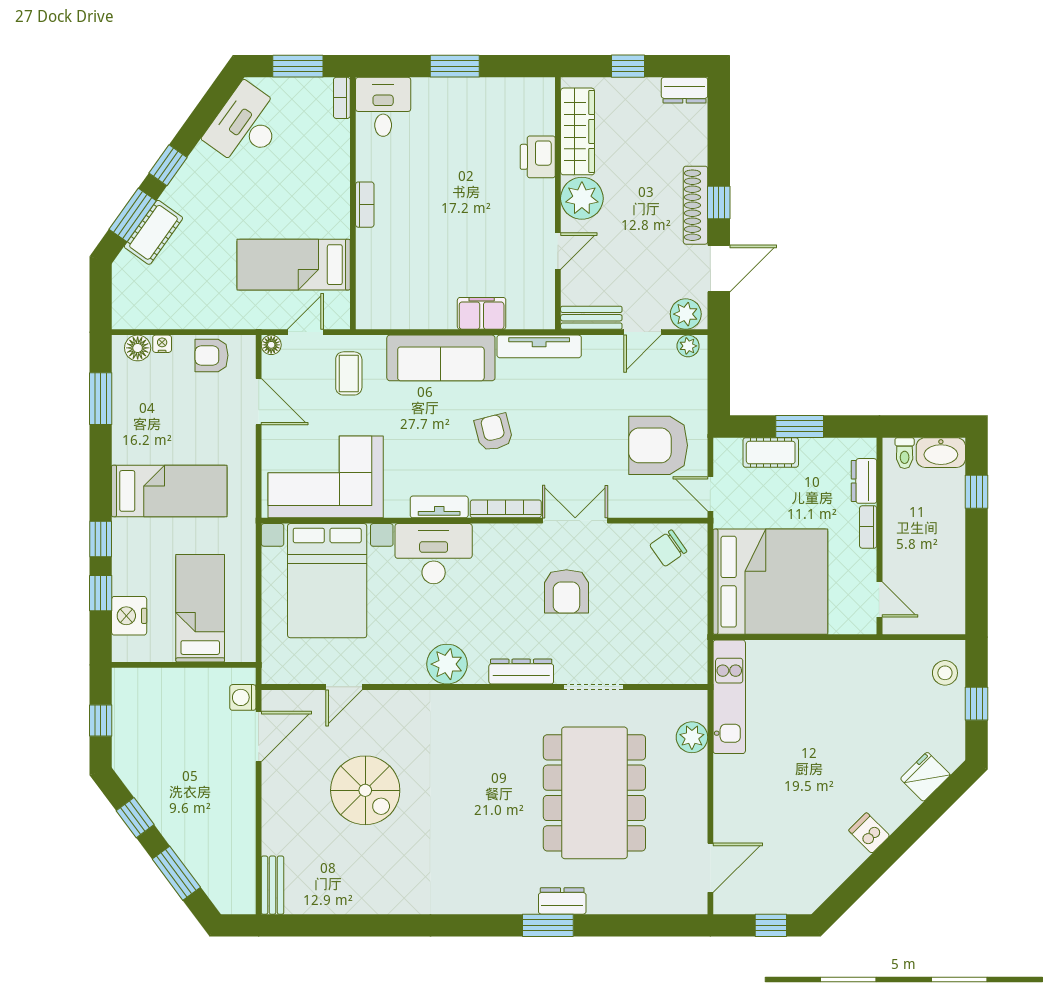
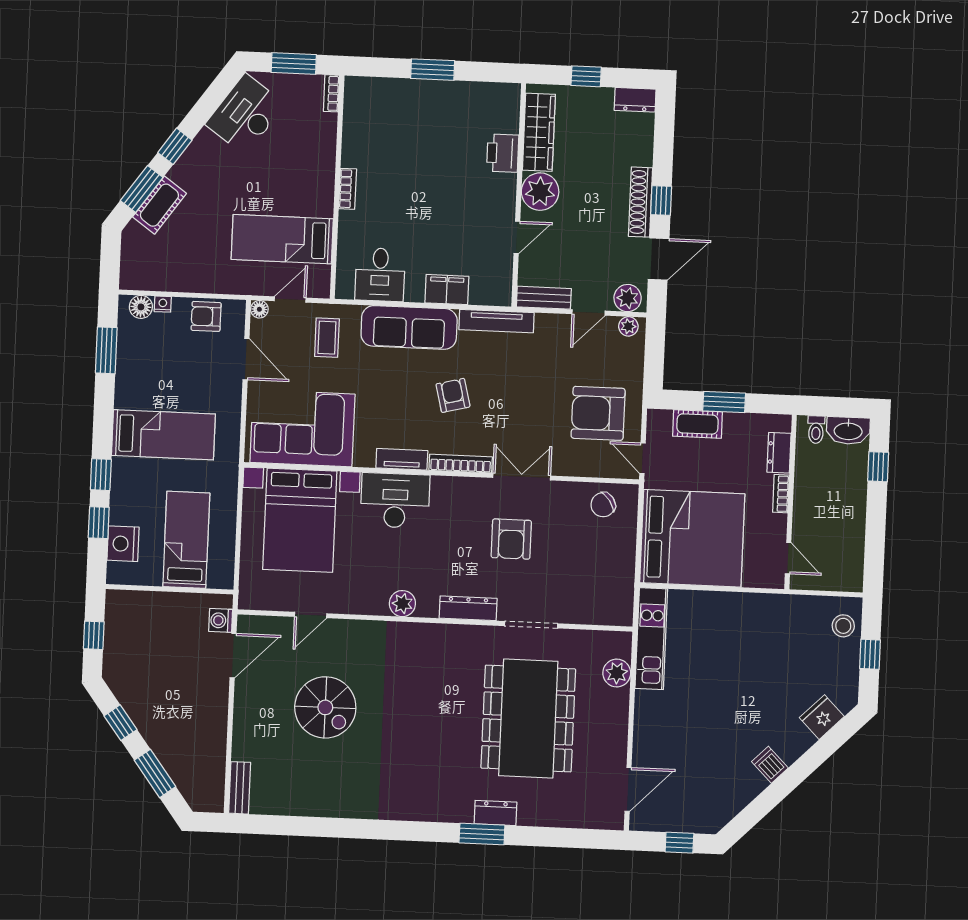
desk: (383, 107) -> (380, 275), moved, turned 180
plant: (447, 664) -> (402, 604), width x0.73, depth x0.73

